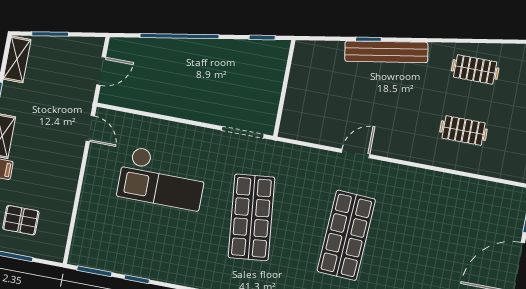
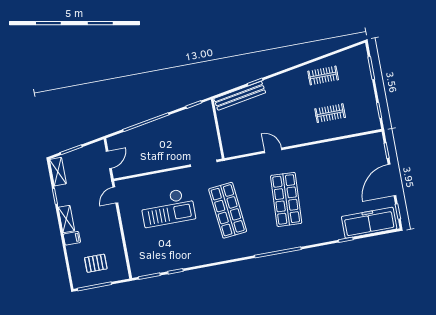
bench: (386, 52) -> (240, 96), moved
door: (90, 129) -> (115, 195), swing flipped
door: (356, 154) -> (273, 150), hinge flipped

